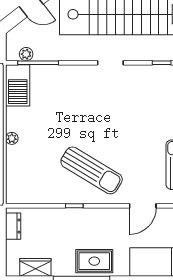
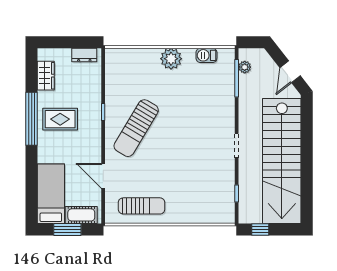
barbecue: (18, 85) -> (206, 55), width x0.53, depth x0.65
plant: (12, 138) -> (171, 59), width x1.88, depth x1.88
rug: (94, 261) -> (60, 119), moved, turned 90

